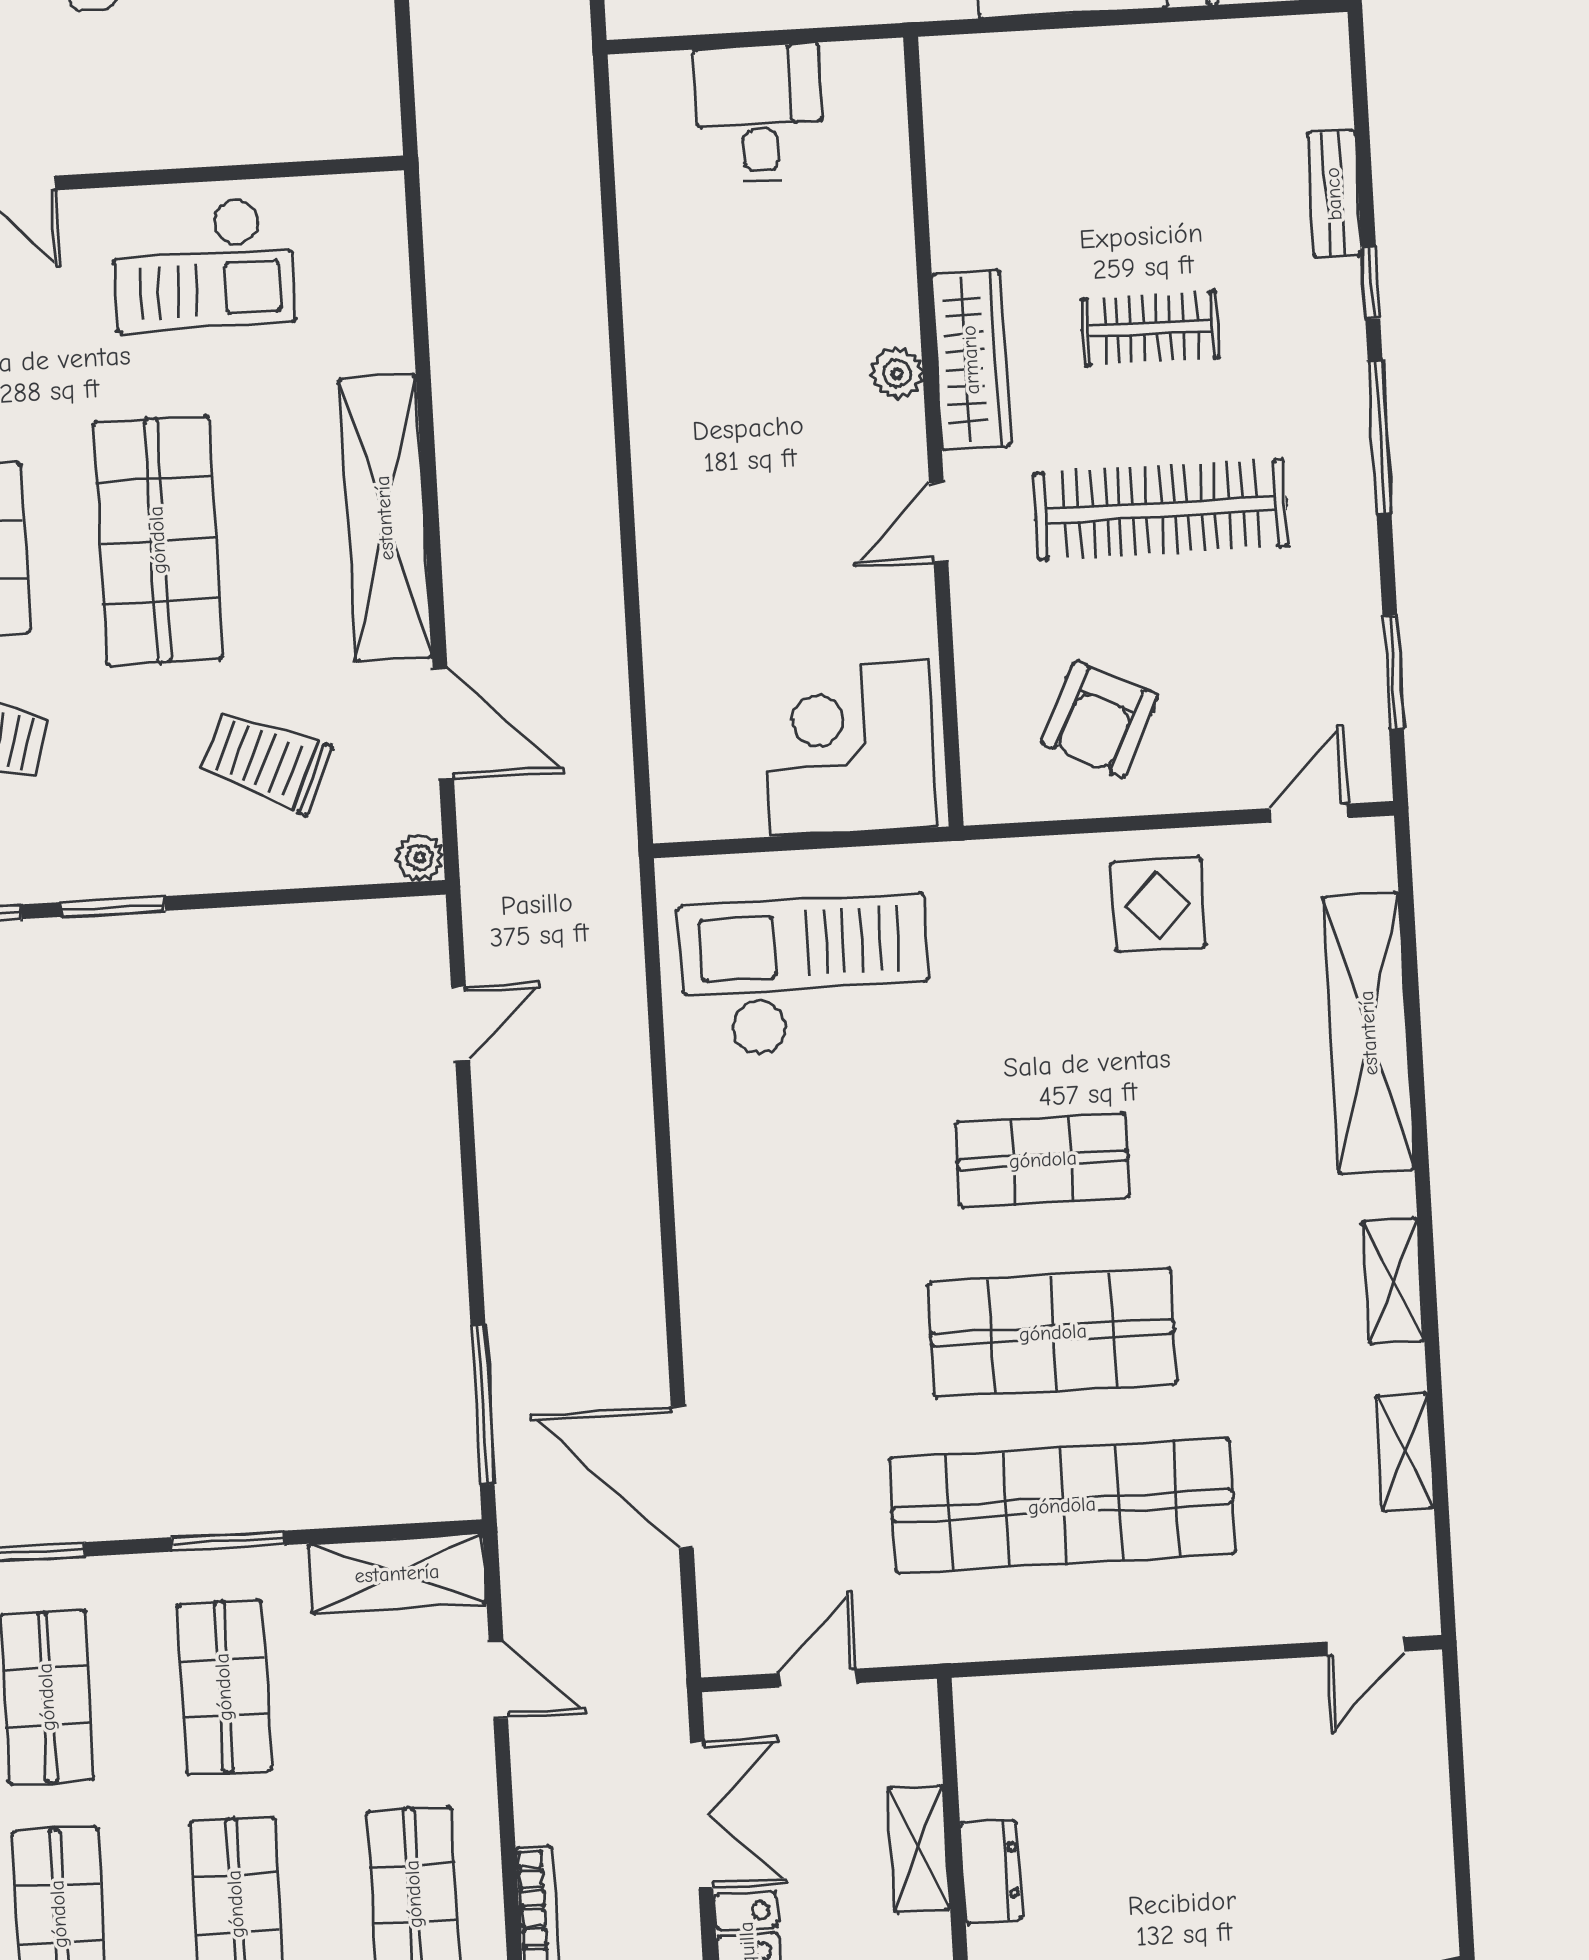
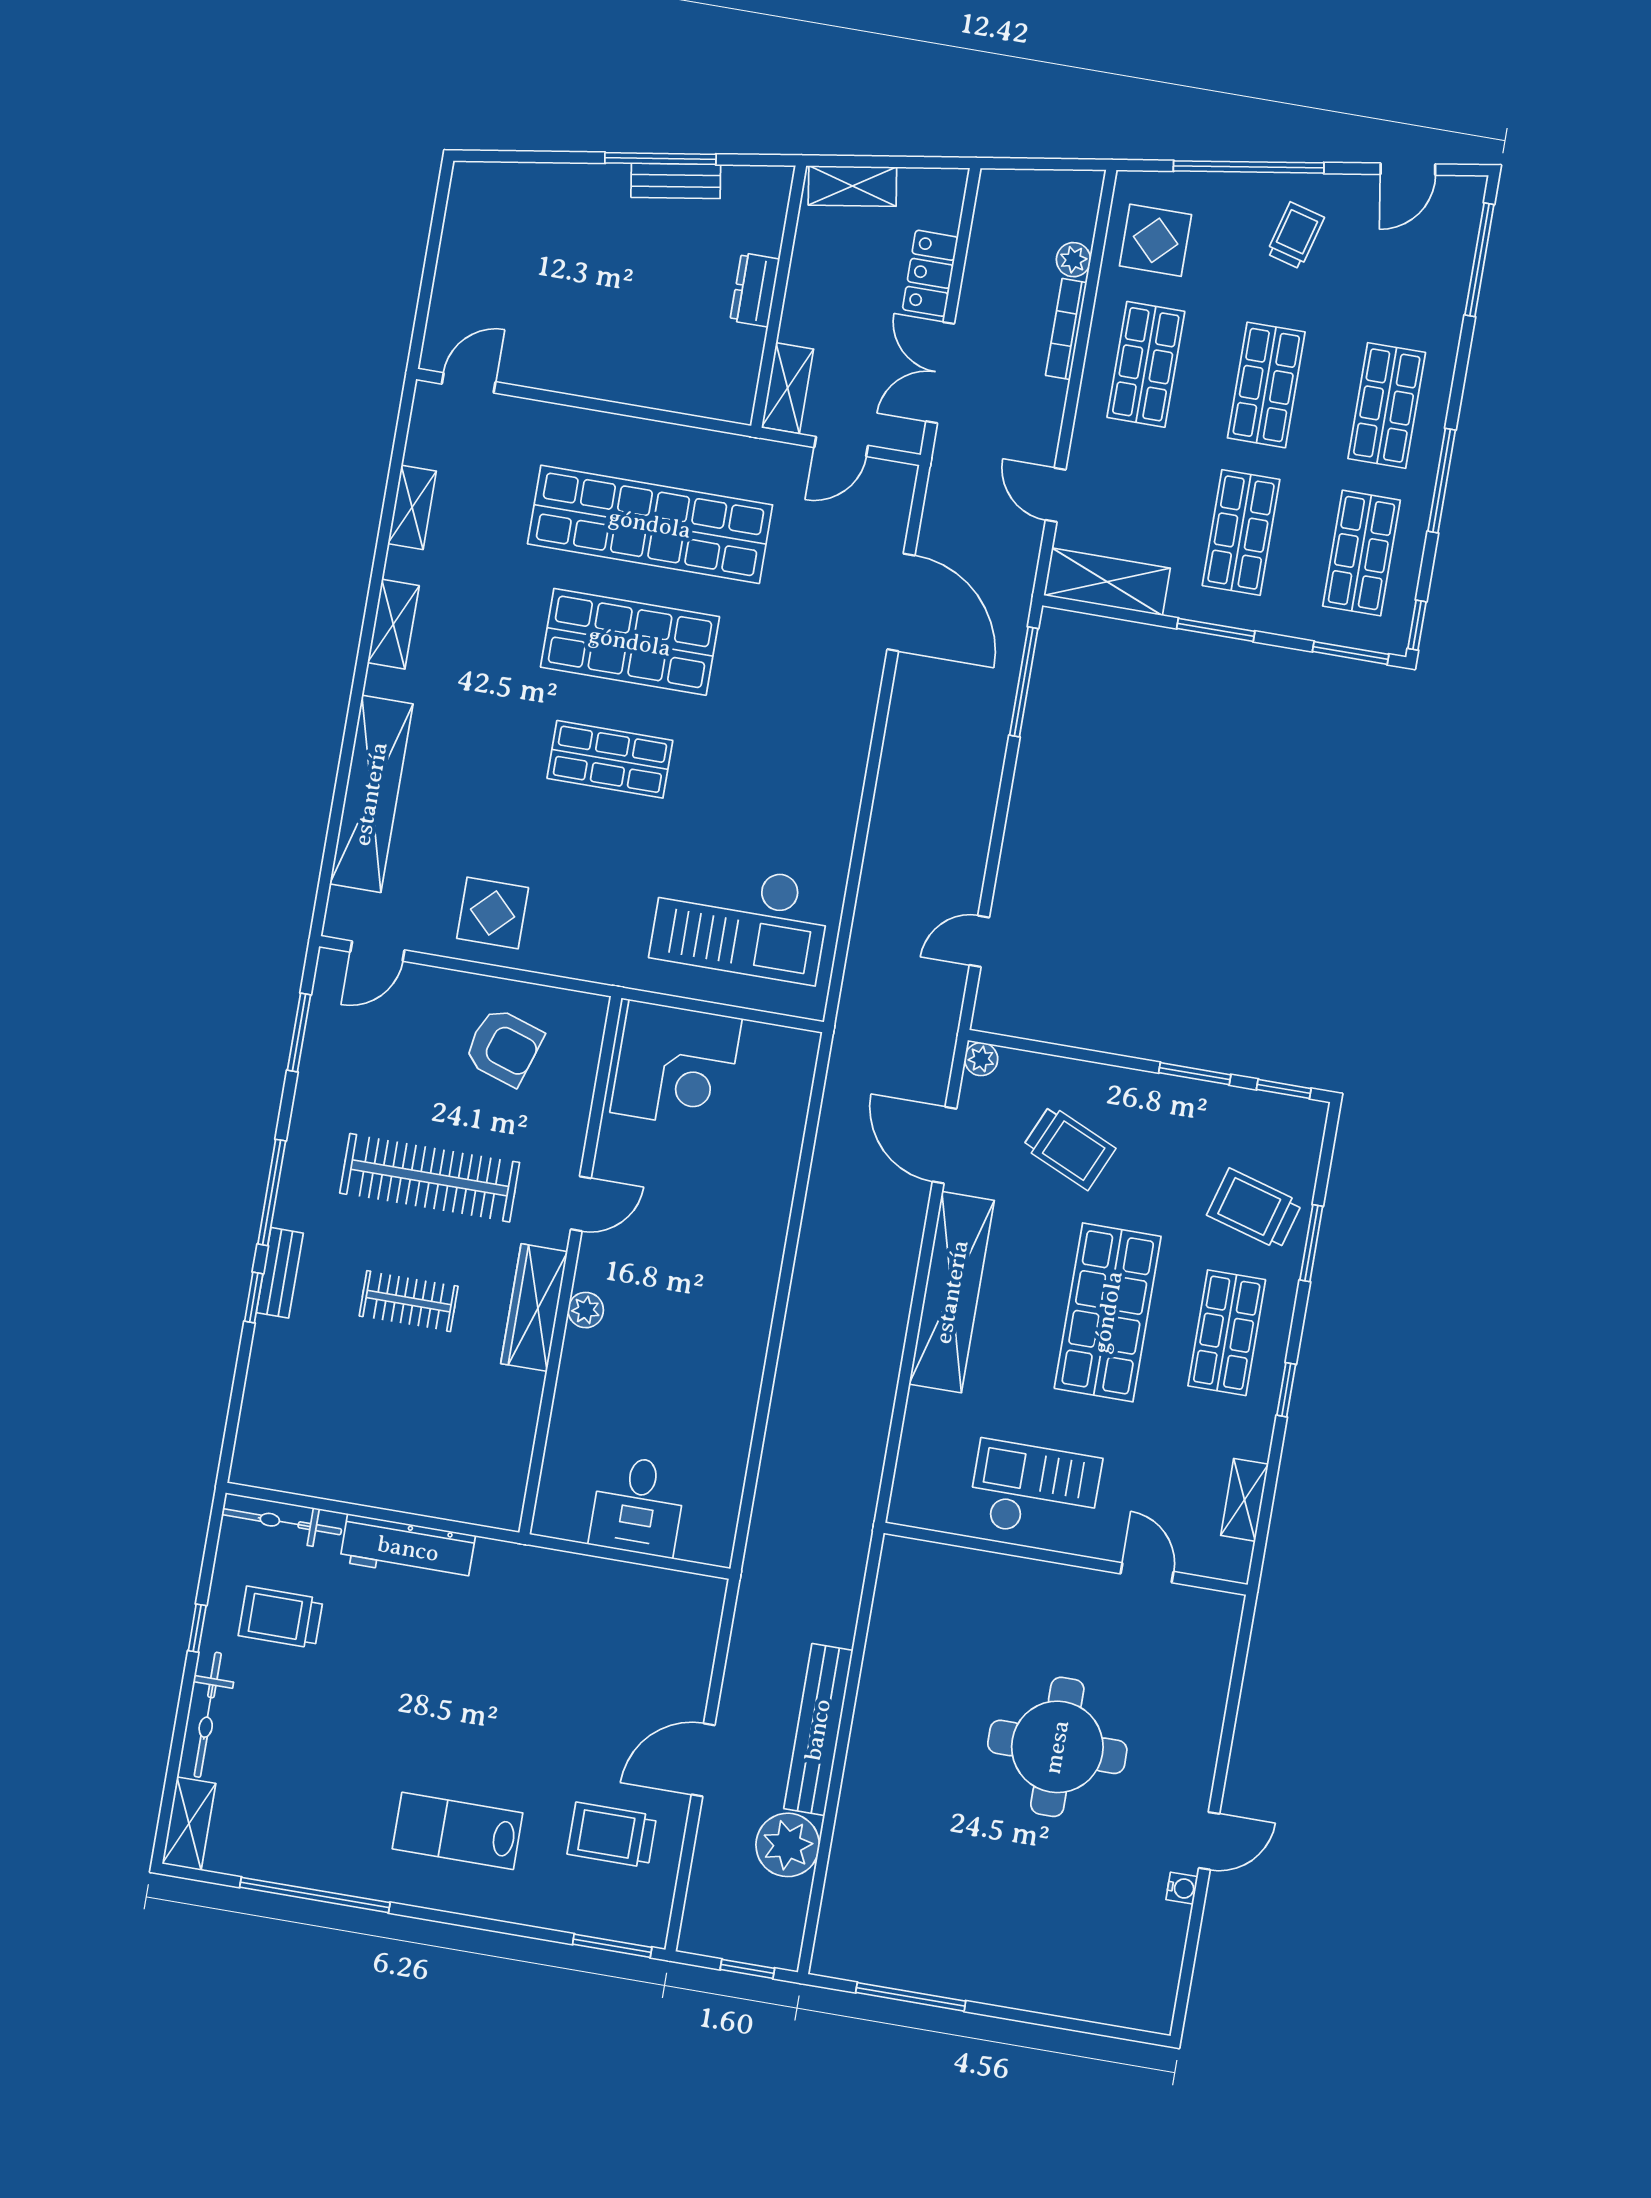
bench: (1334, 194) -> (280, 1273), moved
armchair: (1099, 719) -> (504, 1047), turned 82
shelving: (919, 1849) -> (788, 388), moved

